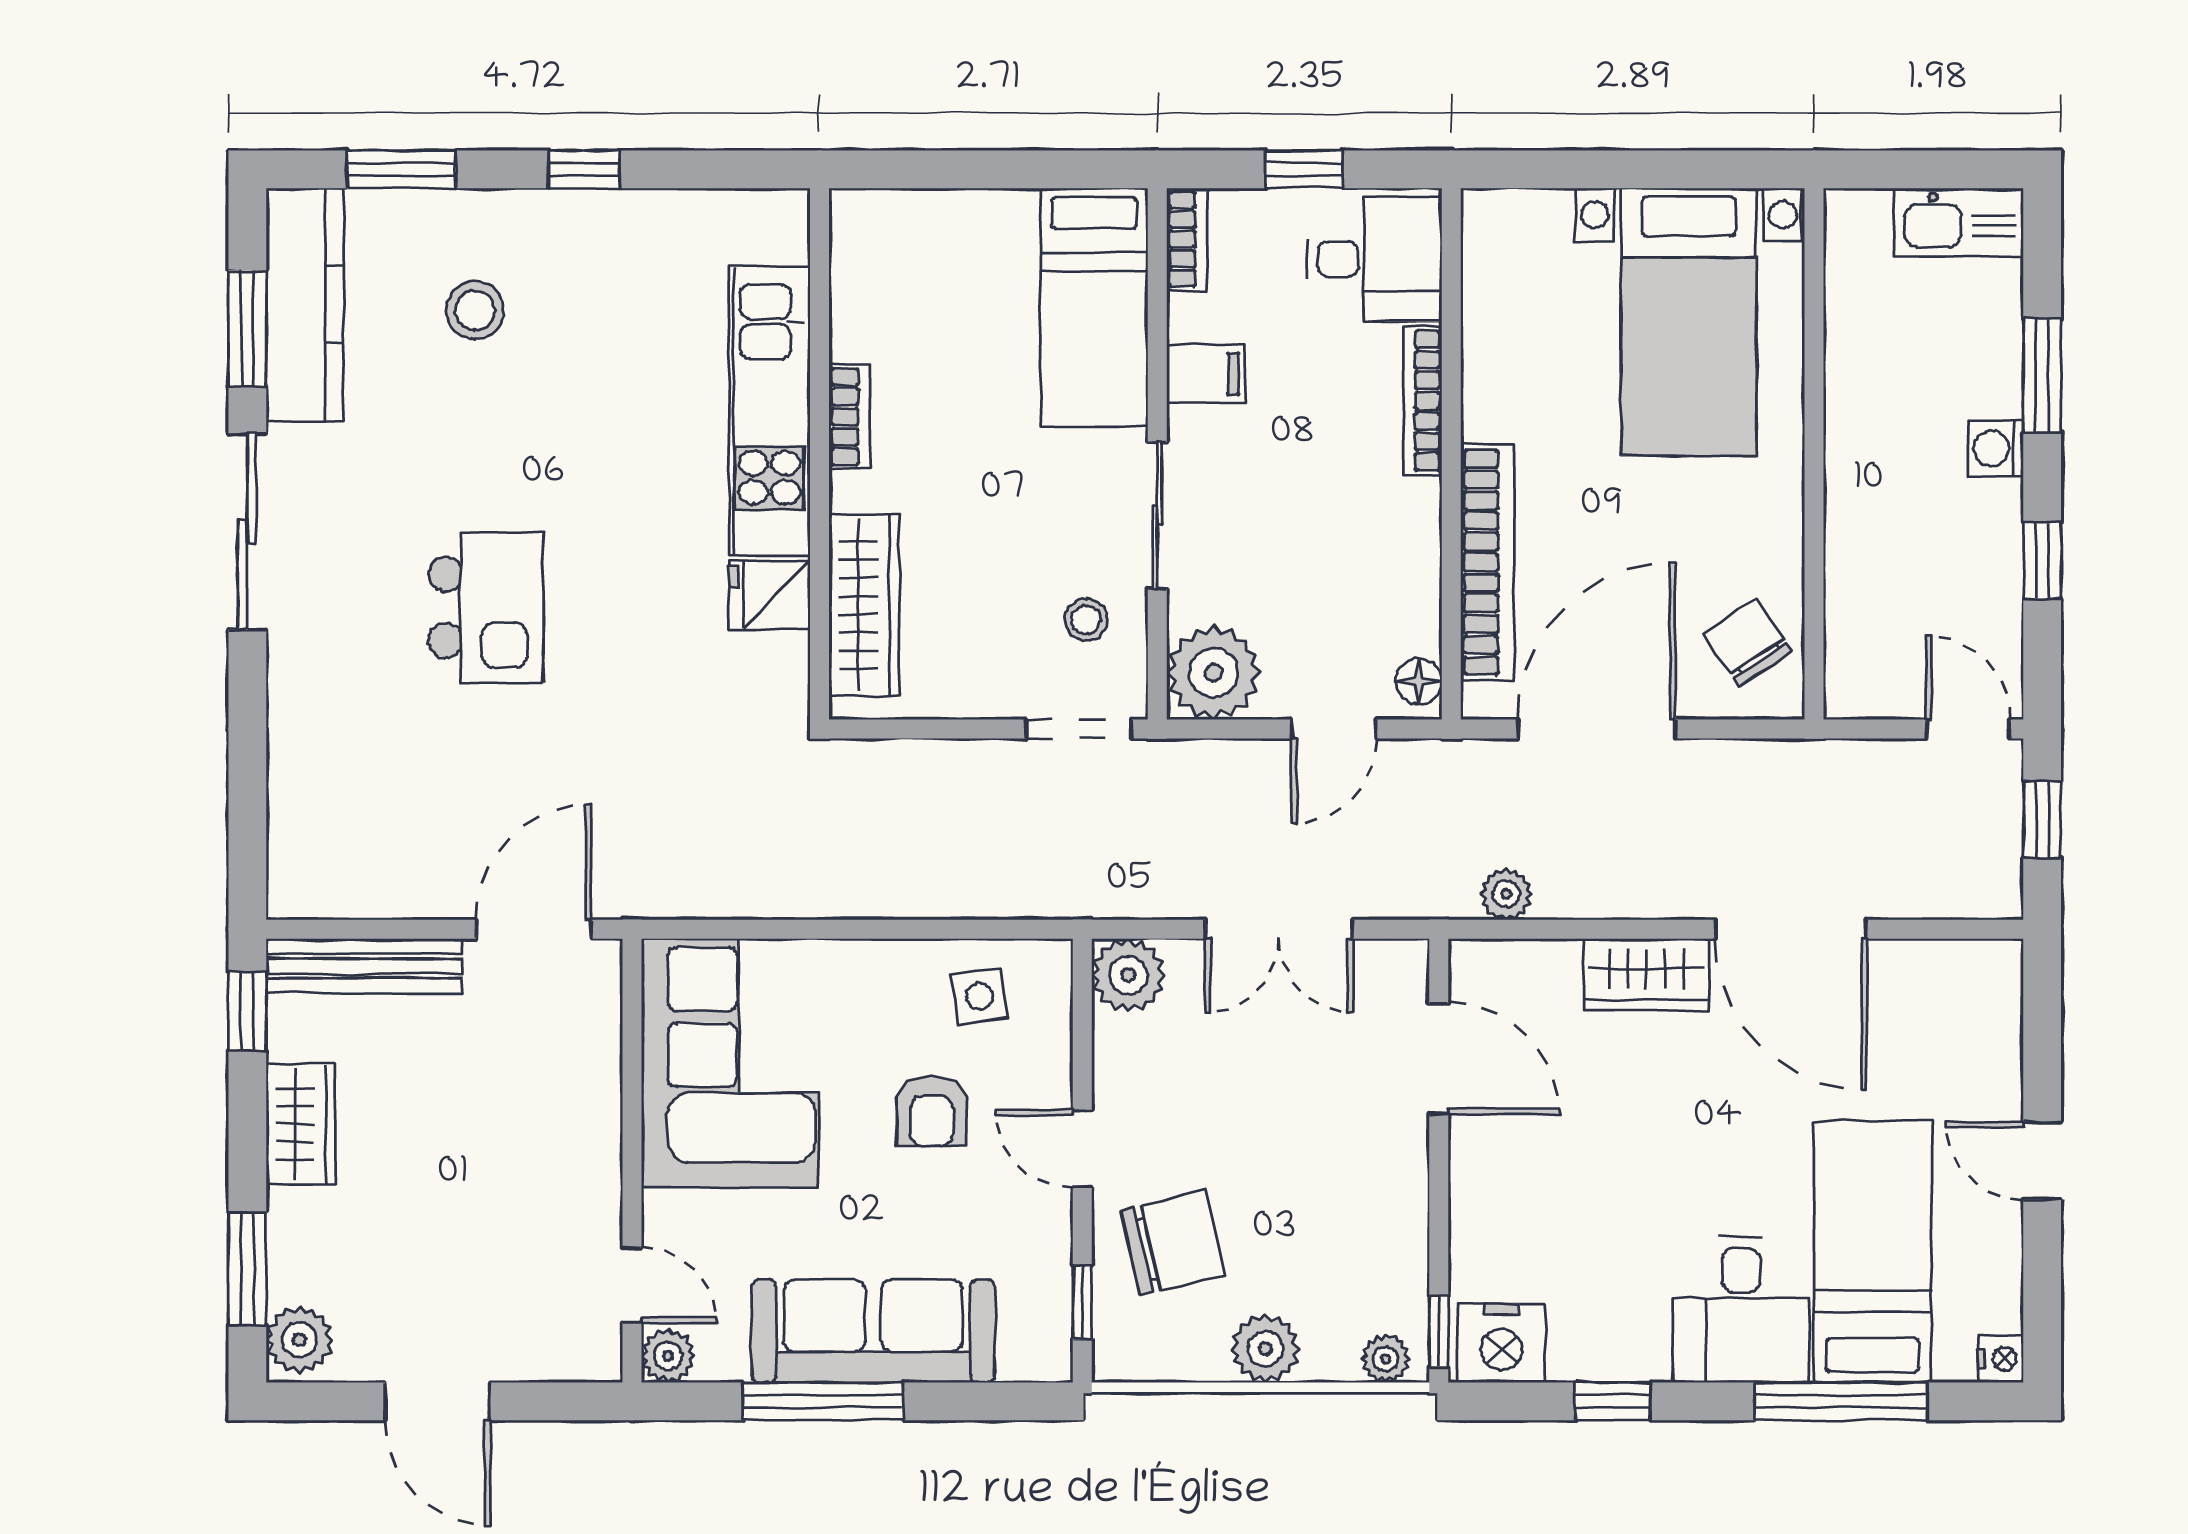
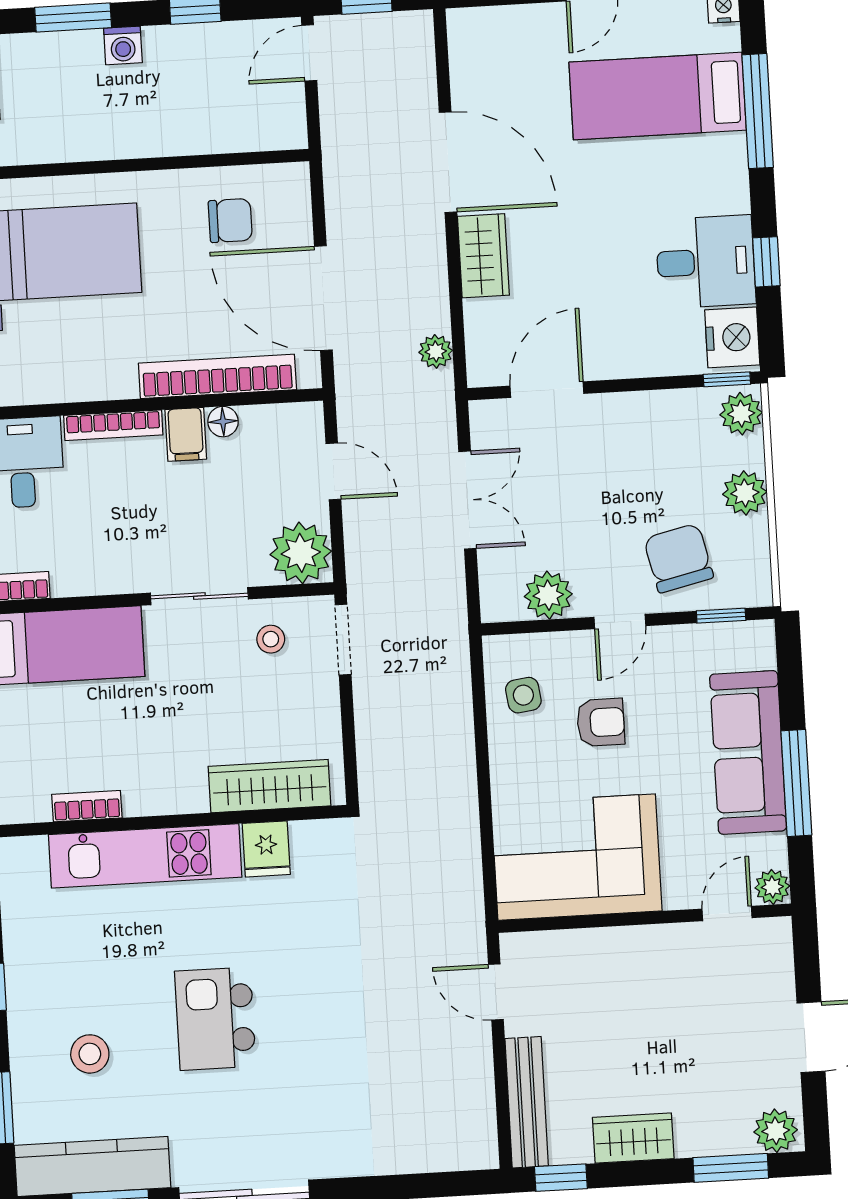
filing cabinet: (1206, 374) -> (186, 434), moved, turned 180
bookcase: (850, 417) -> (87, 806), moved
kitchen island: (486, 608) -> (215, 1019), moved, turned -90
chair: (1748, 642) -> (230, 221), moved, turned -146
floor lamp: (1419, 681) -> (223, 422), moved
door: (533, 929) -> (496, 992), width x0.73
door: (1791, 929) -> (448, 162), hinge flipped
plant: (1128, 975) -> (548, 595), moved
desk: (1741, 1310) -> (706, 262), moved
plant: (1386, 1359) -> (741, 414), width x1.38, depth x1.38

